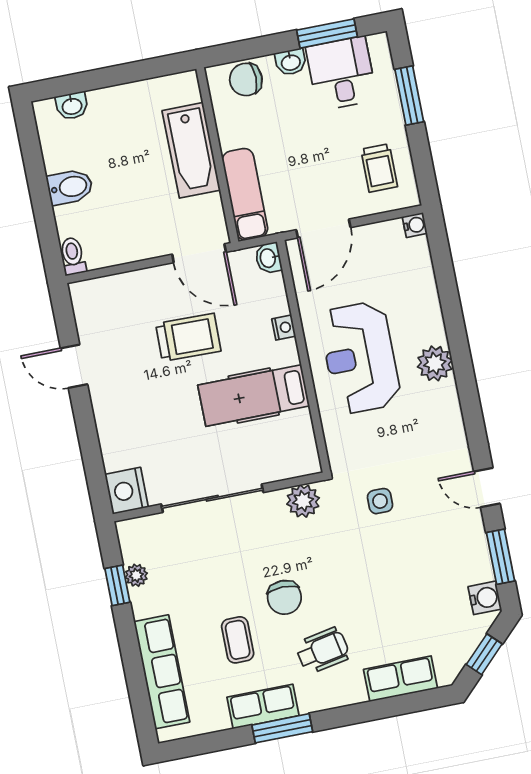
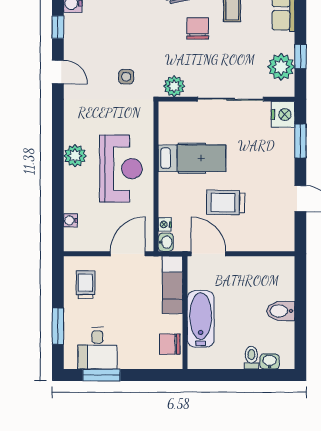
washbasin: (291, 62) -> (128, 362), removed
chair: (246, 79) -> (170, 344), moved, turned 180
water cooler: (415, 225) -> (70, 220), moved
toilet: (73, 256) -> (251, 358), moved, turned 180
nightstand: (284, 328) -> (165, 224), moved
window: (92, 455) -> (300, 141), added
window: (501, 557) -> (58, 27), width x0.67
plant: (136, 575) -> (281, 67), width x1.88, depth x1.88

